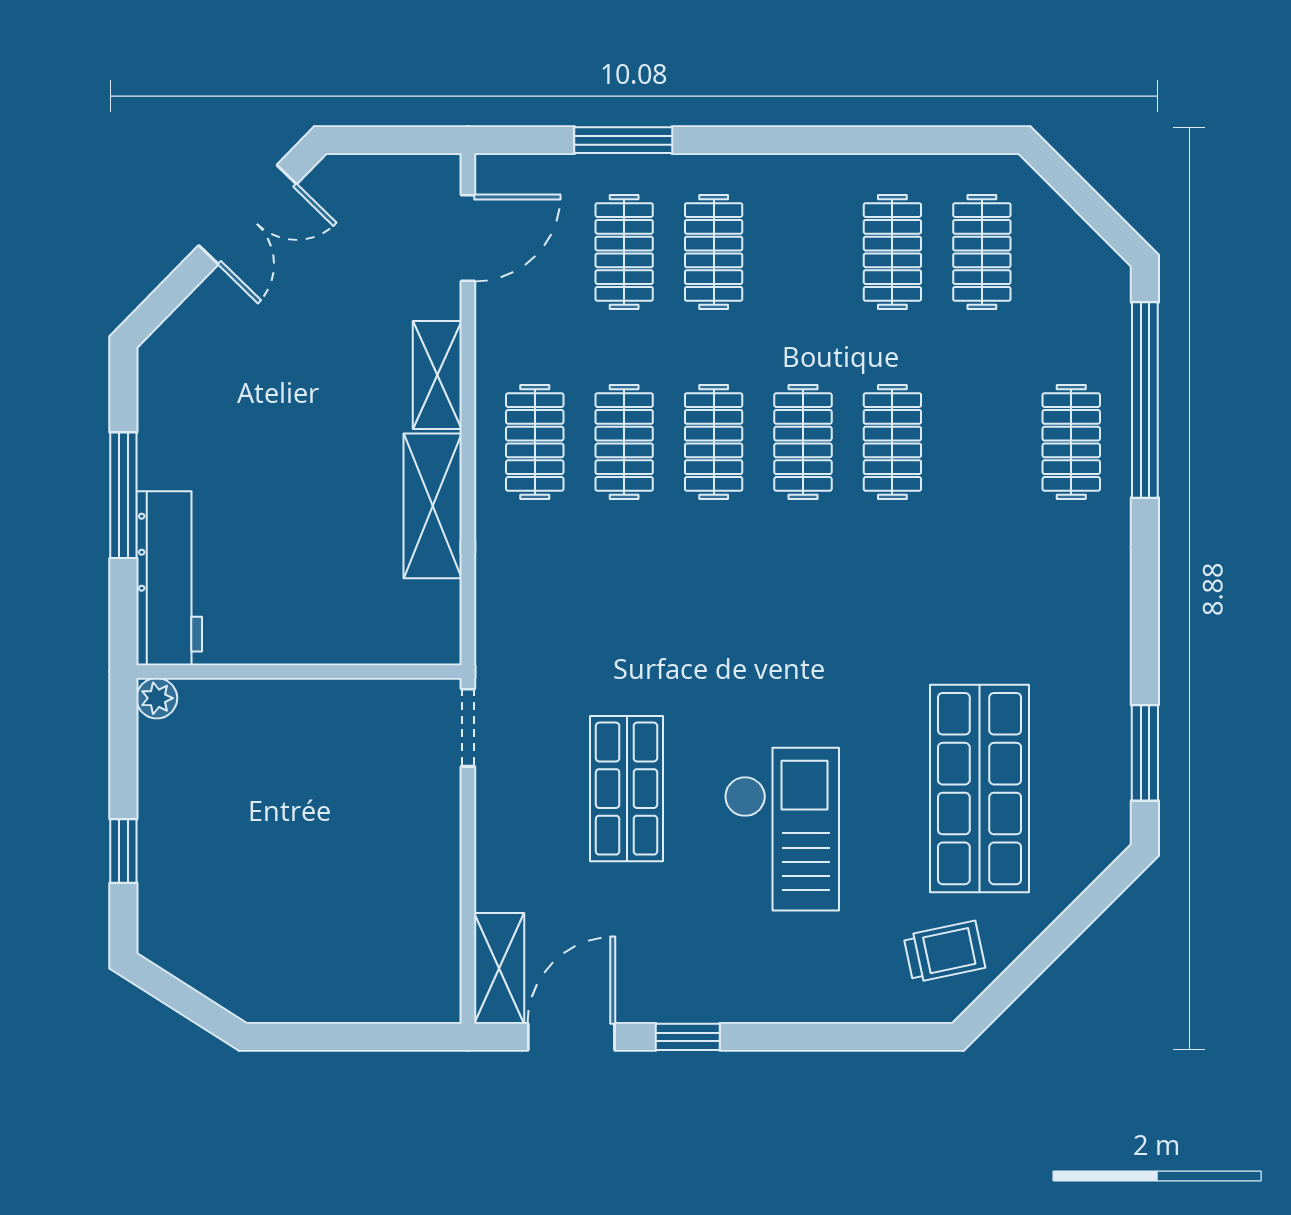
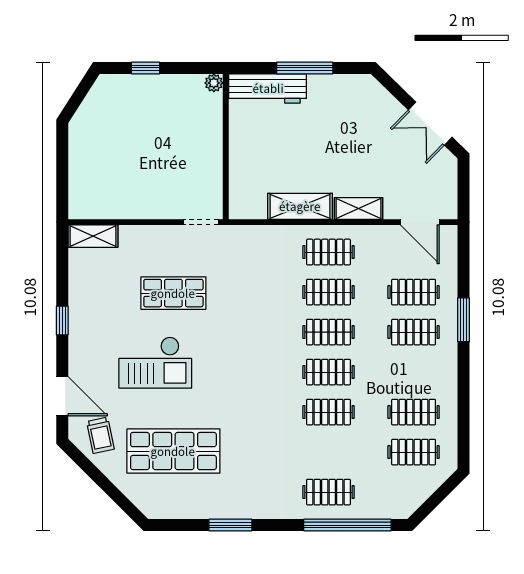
window: (623, 140) -> (464, 320), moved
window: (1145, 753) -> (230, 525), moved
door: (571, 1037) -> (62, 396), moved

